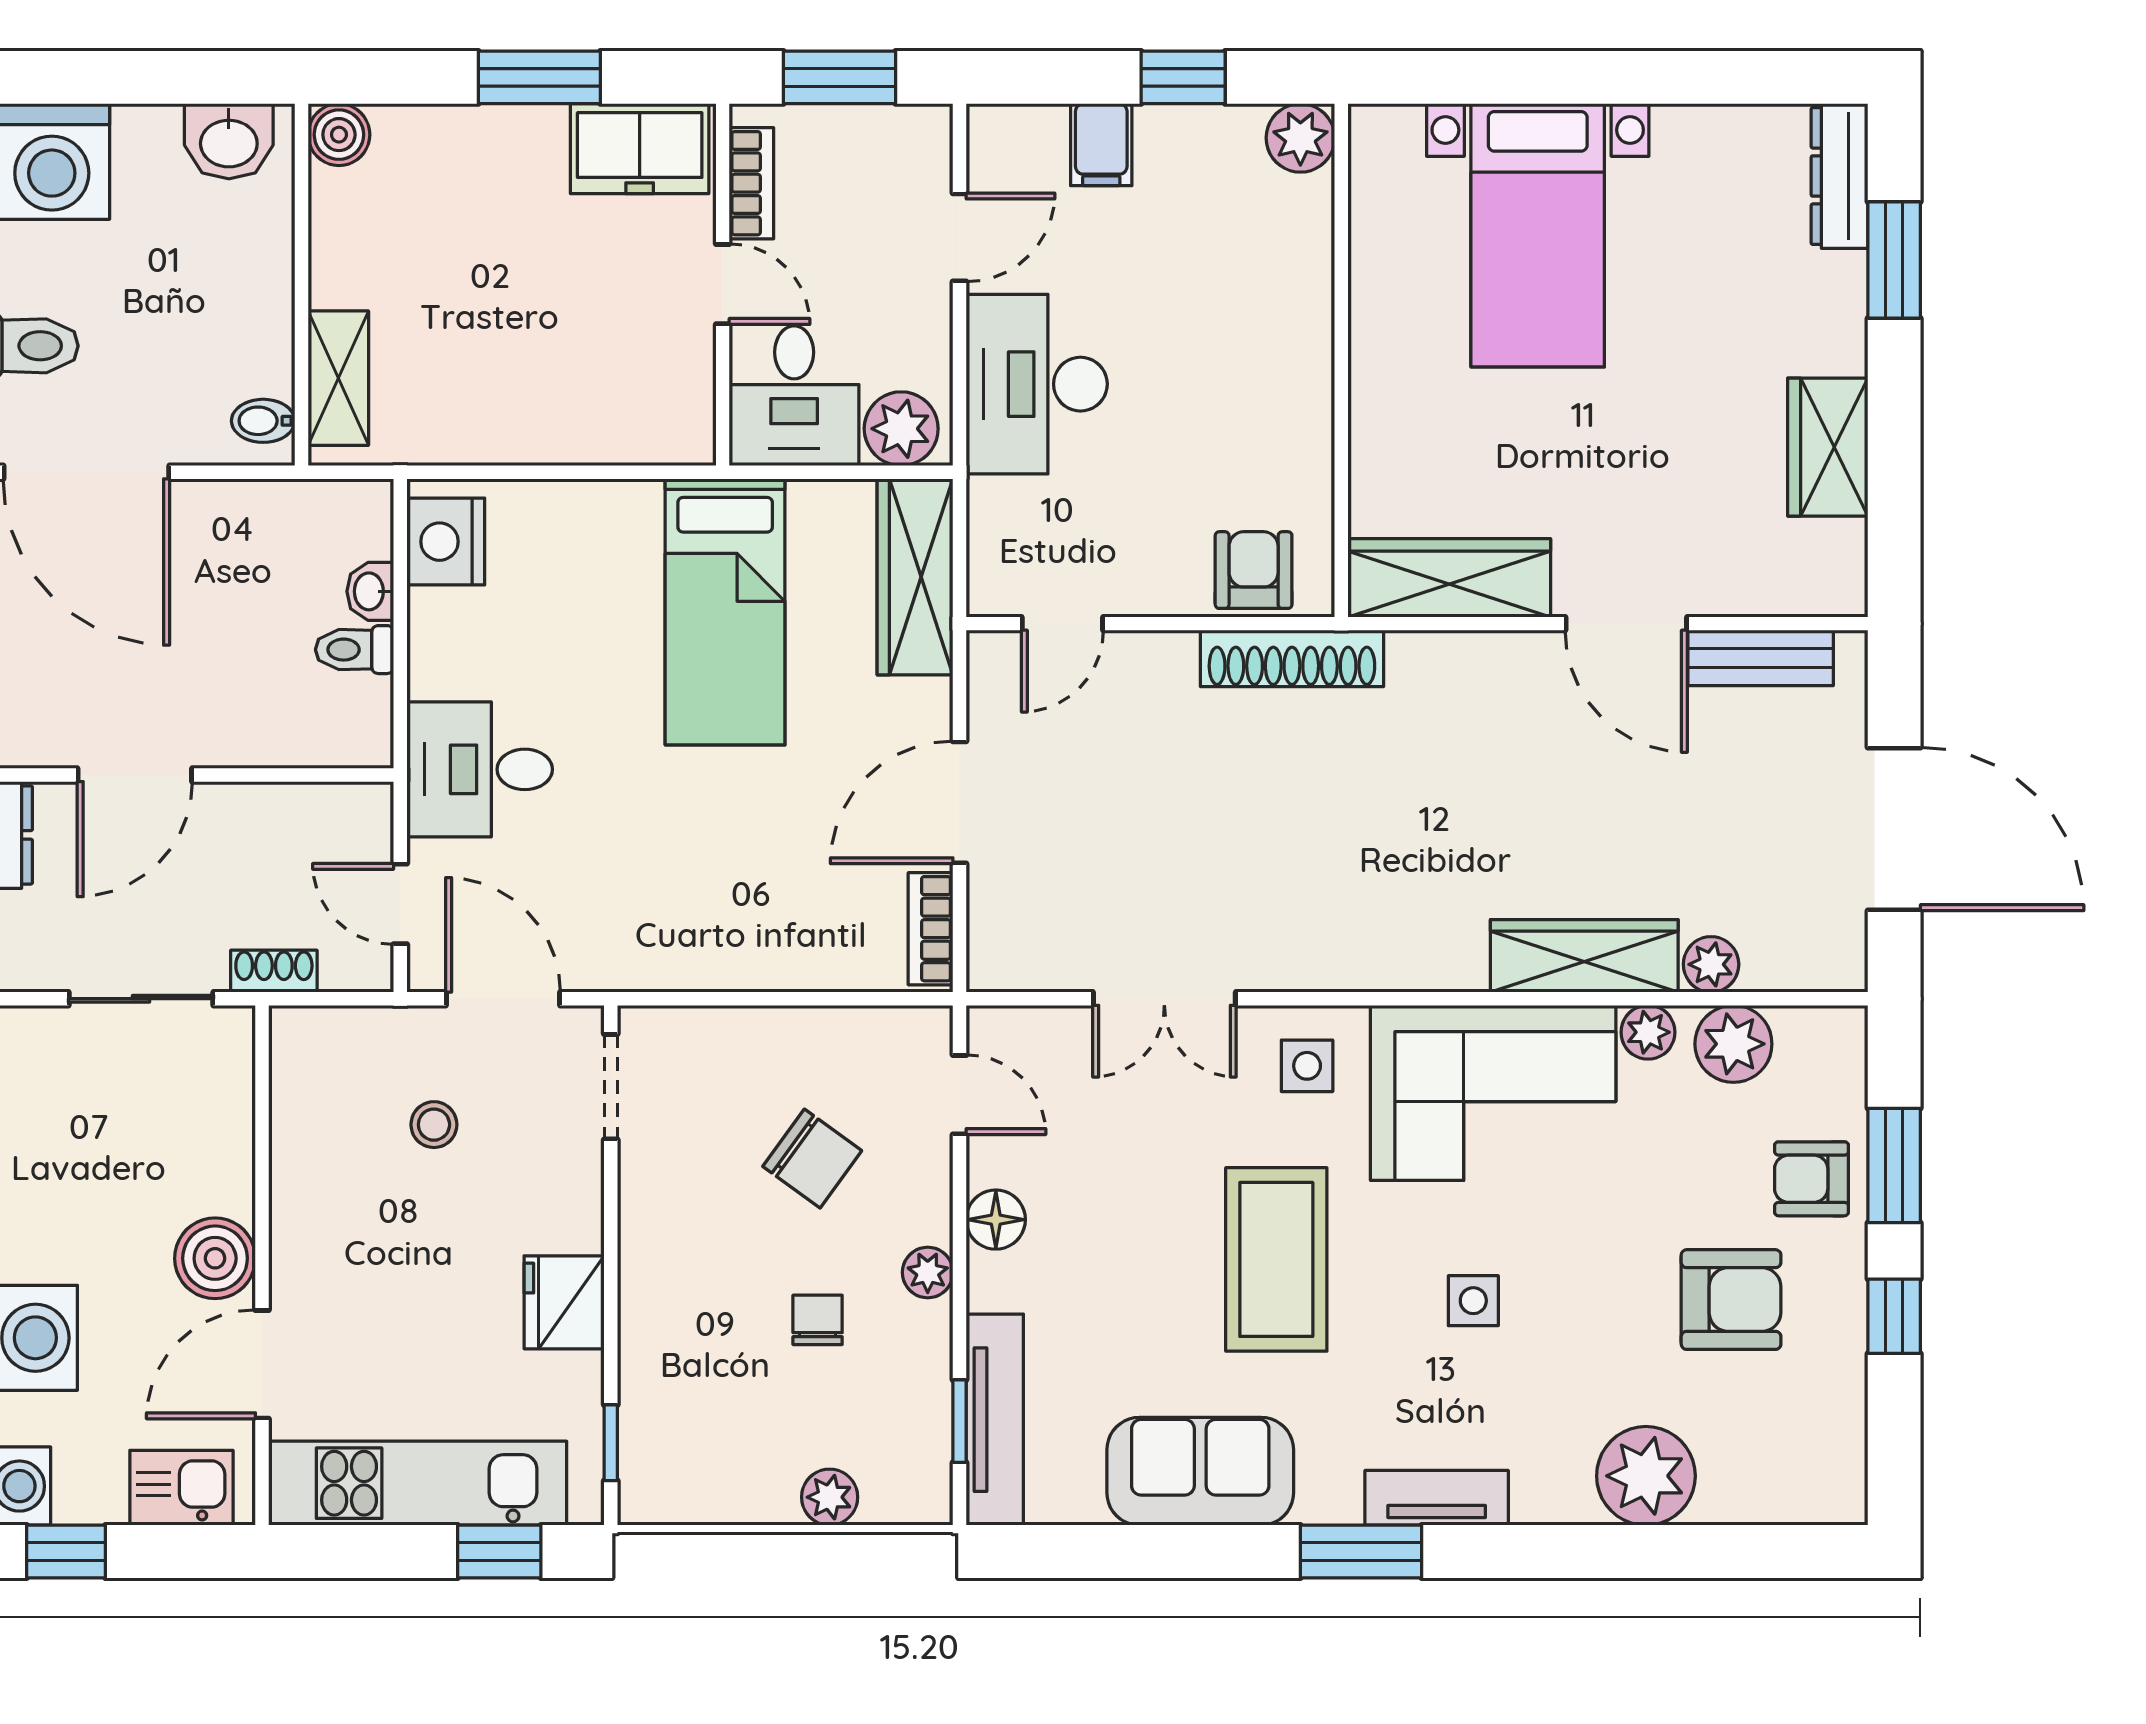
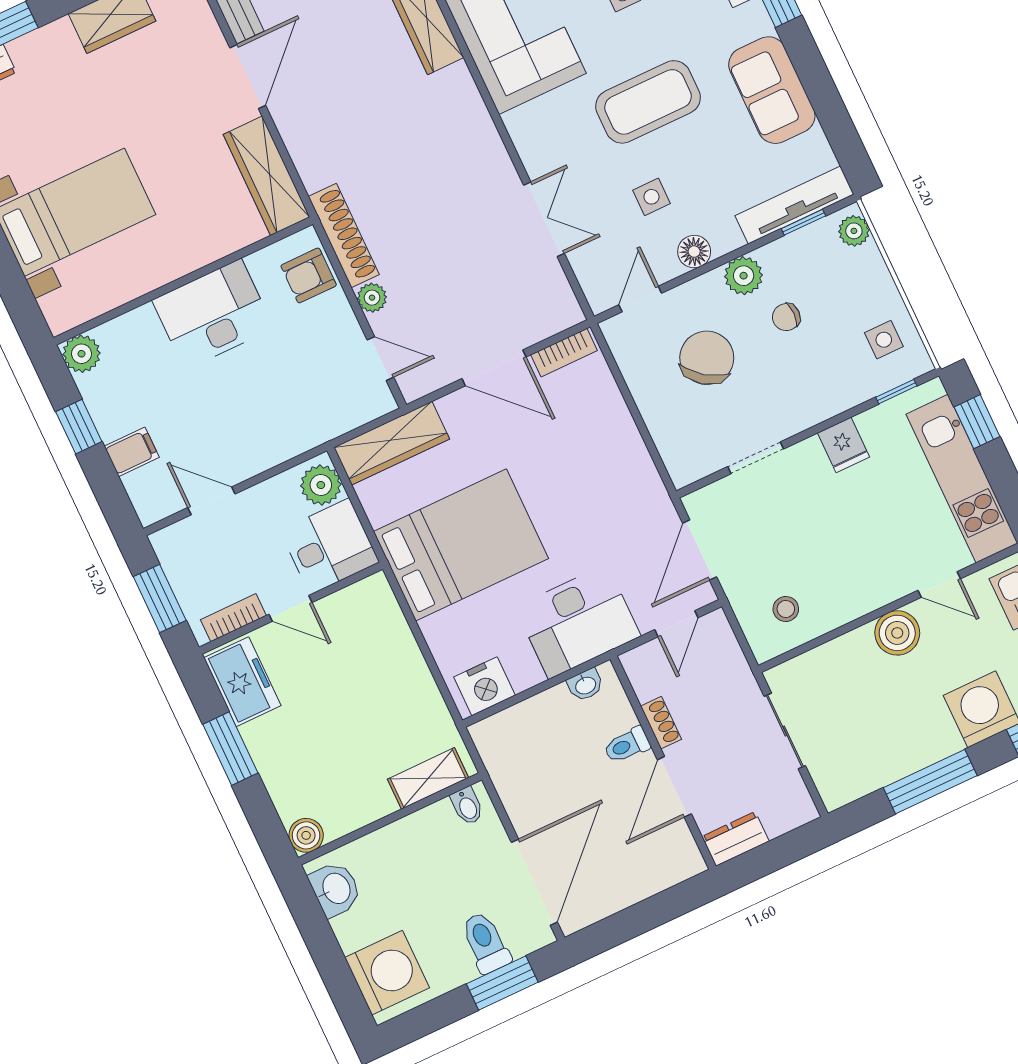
door: (723, 284) -> (291, 608), swing flipped
desk: (1037, 384) -> (213, 314), moved, turned 180
washbasin: (370, 591) -> (585, 685), moved
bed: (725, 612) -> (461, 545), width x1.50
toilet: (355, 650) -> (627, 745), moved, turned 90
plant: (1169, 657) -> (372, 298), added
desk: (480, 769) -> (578, 622), width x1.37
door: (135, 775) -> (674, 787), swing flipped
shoe rack: (274, 971) -> (661, 723), moved, turned 180
side table: (1307, 1066) -> (651, 197), moved
doorway: (611, 1087) -> (756, 458), moved
stool: (434, 1125) -> (786, 609), moved
chair: (812, 1159) -> (707, 358), width x1.37, depth x1.37
plant: (928, 1272) -> (744, 276), width x1.38, depth x1.38
fridge: (564, 1302) -> (844, 445), width x0.72
door: (262, 1364) -> (939, 584), width x0.73
side table: (705, 1462) -> (884, 340), added
plant: (830, 1497) -> (854, 231), moved

